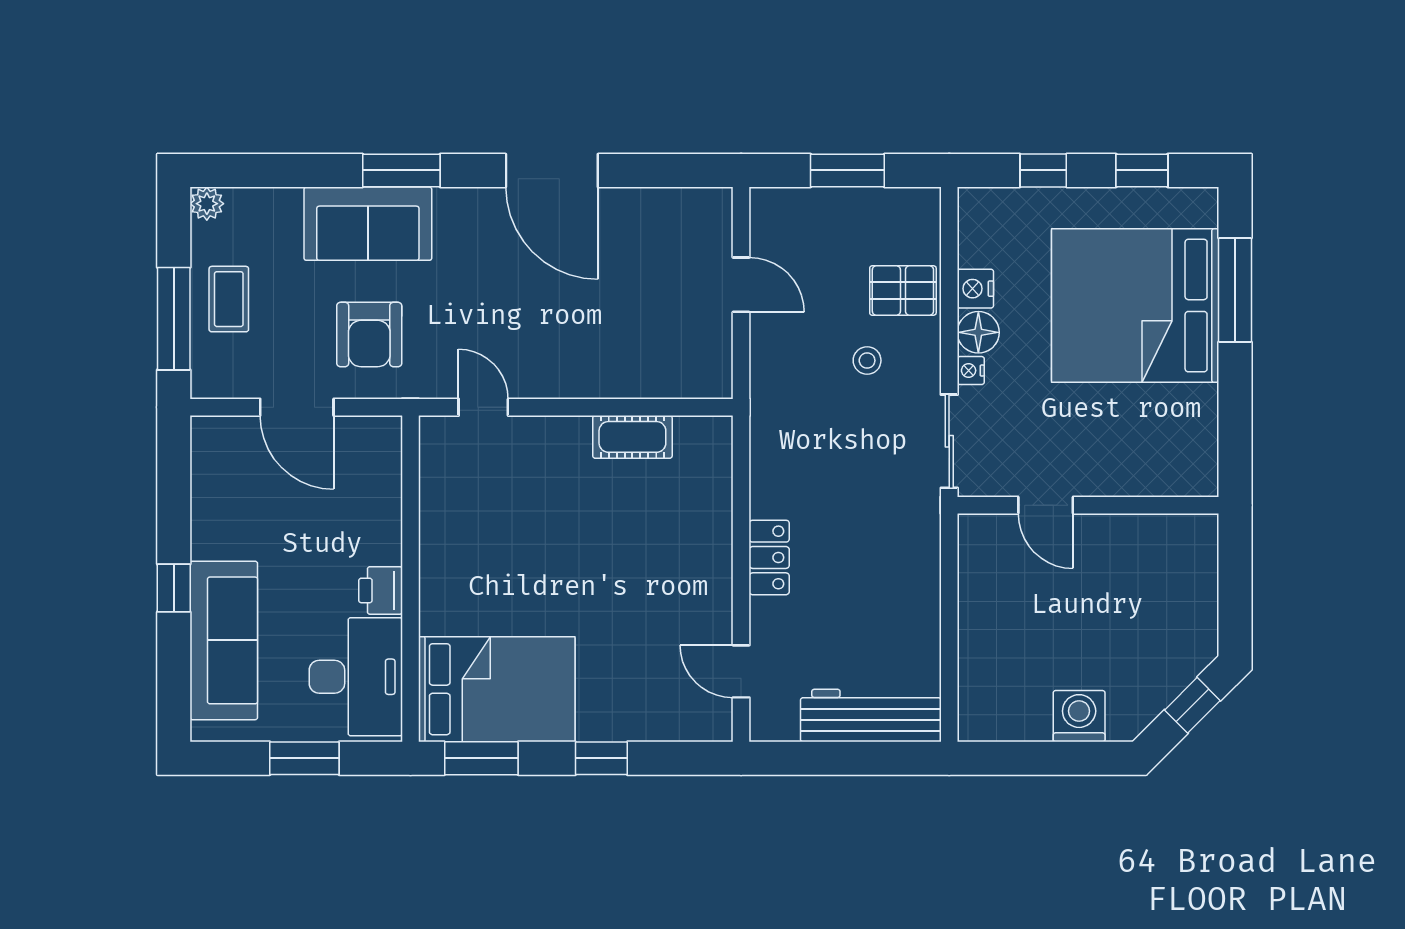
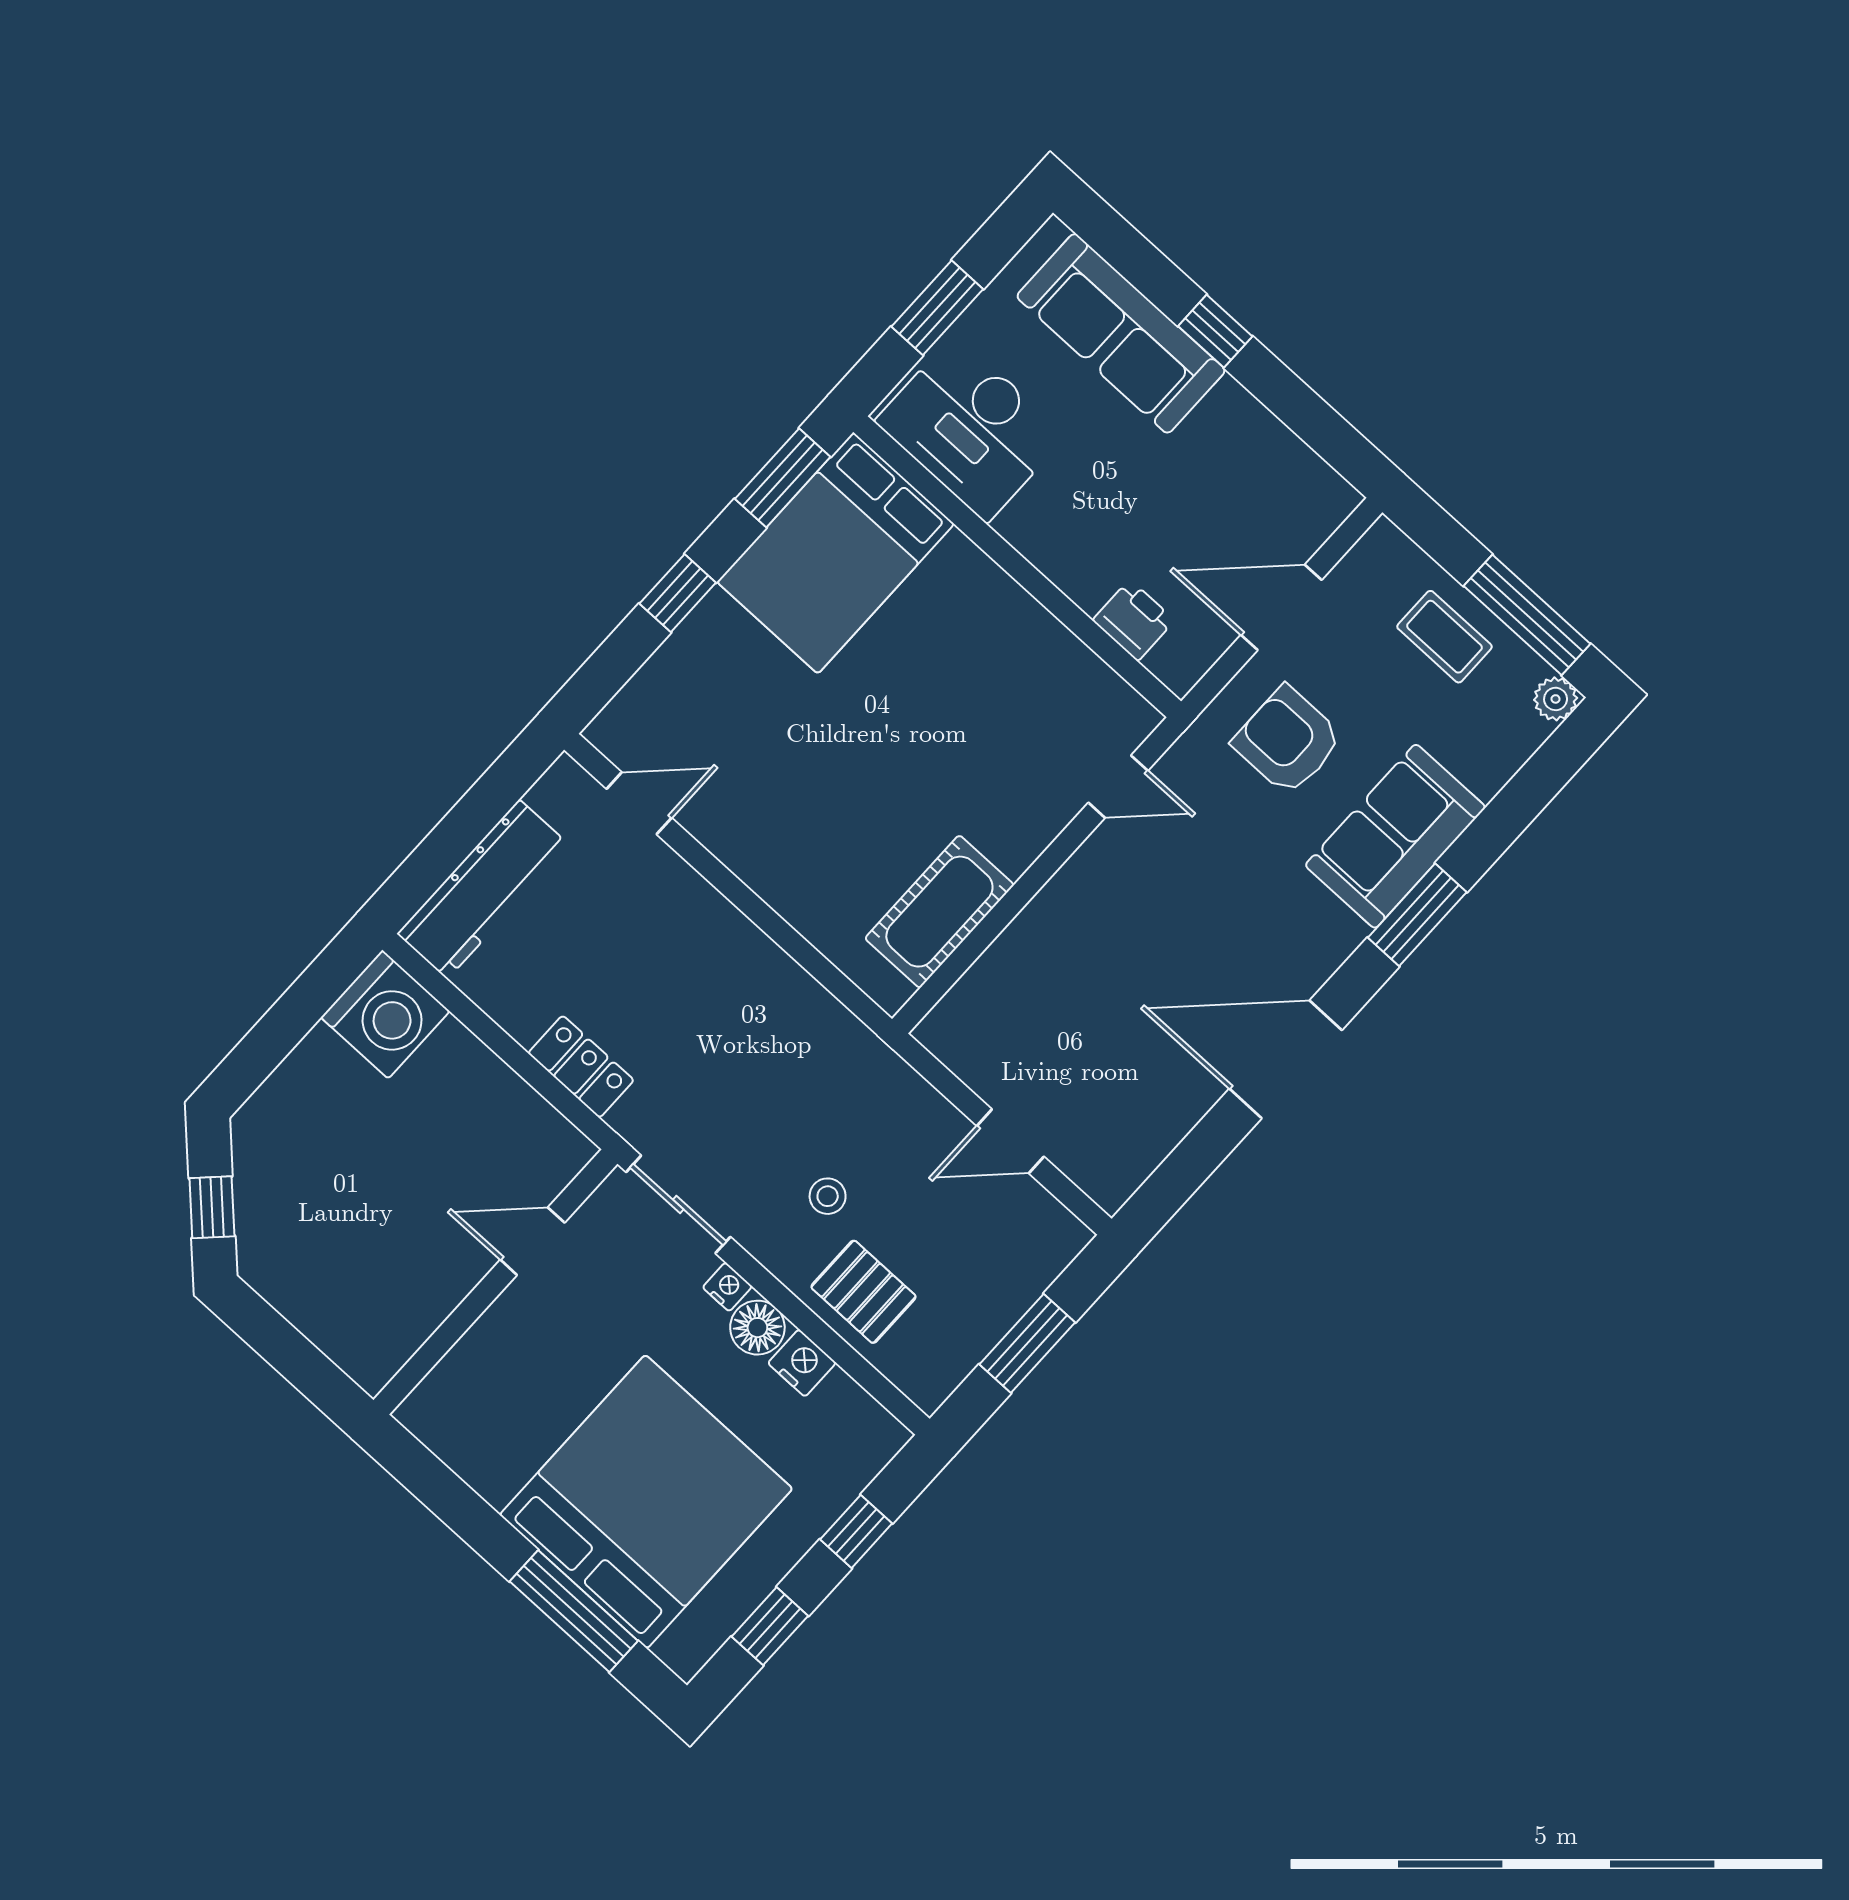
pallet: (903, 290) -> (863, 1292), turned 90
window: (174, 319) -> (1527, 615), moved
cot: (632, 437) -> (939, 912), width x1.37, depth x1.34
locker: (769, 557) -> (581, 1067), moved, turned 180
printer: (381, 590) -> (1134, 620), moved
washing machine: (1079, 716) -> (385, 1014), moved, width x1.37, depth x1.37

